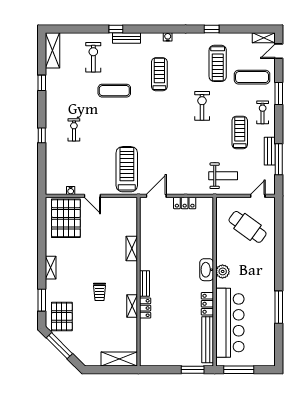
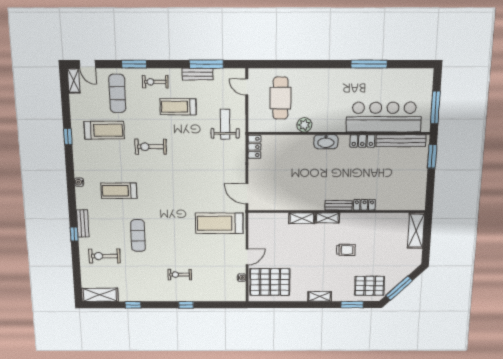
locker: (185, 203) -> (254, 147), moved
cafe table: (248, 227) -> (281, 98), turned -36
plant: (223, 271) -> (304, 125), moved
shelving: (132, 306) -> (328, 218), moved

